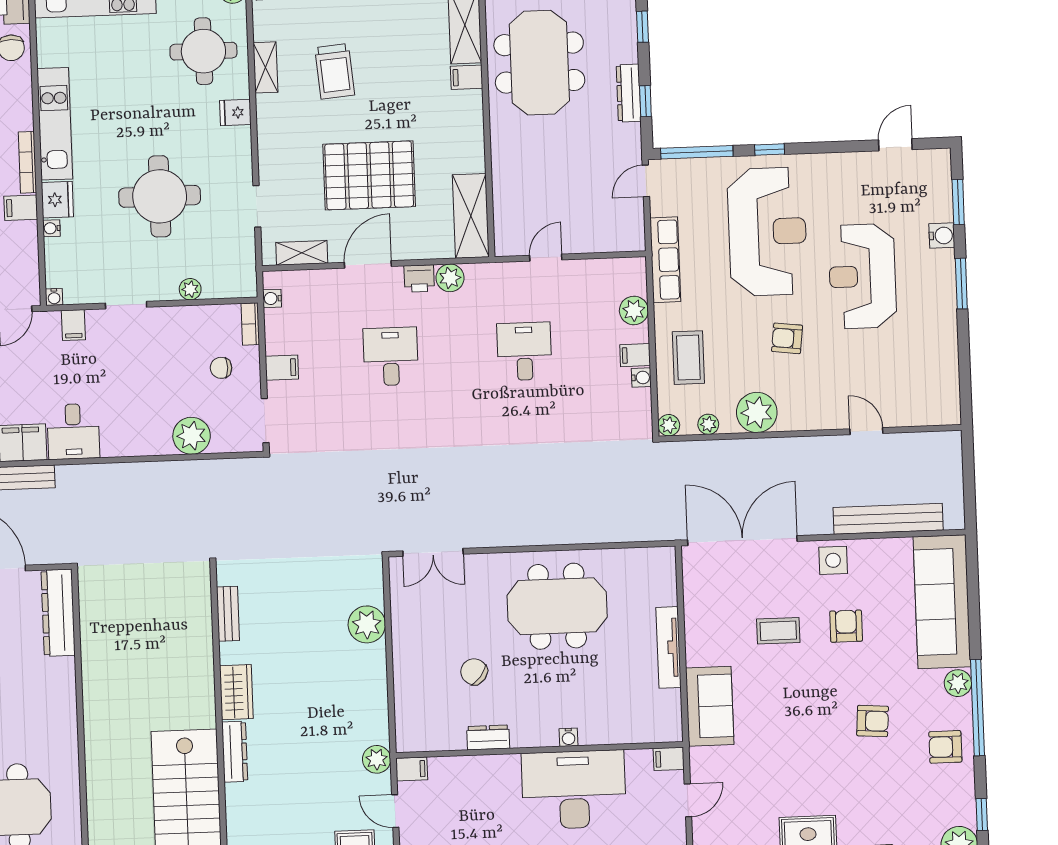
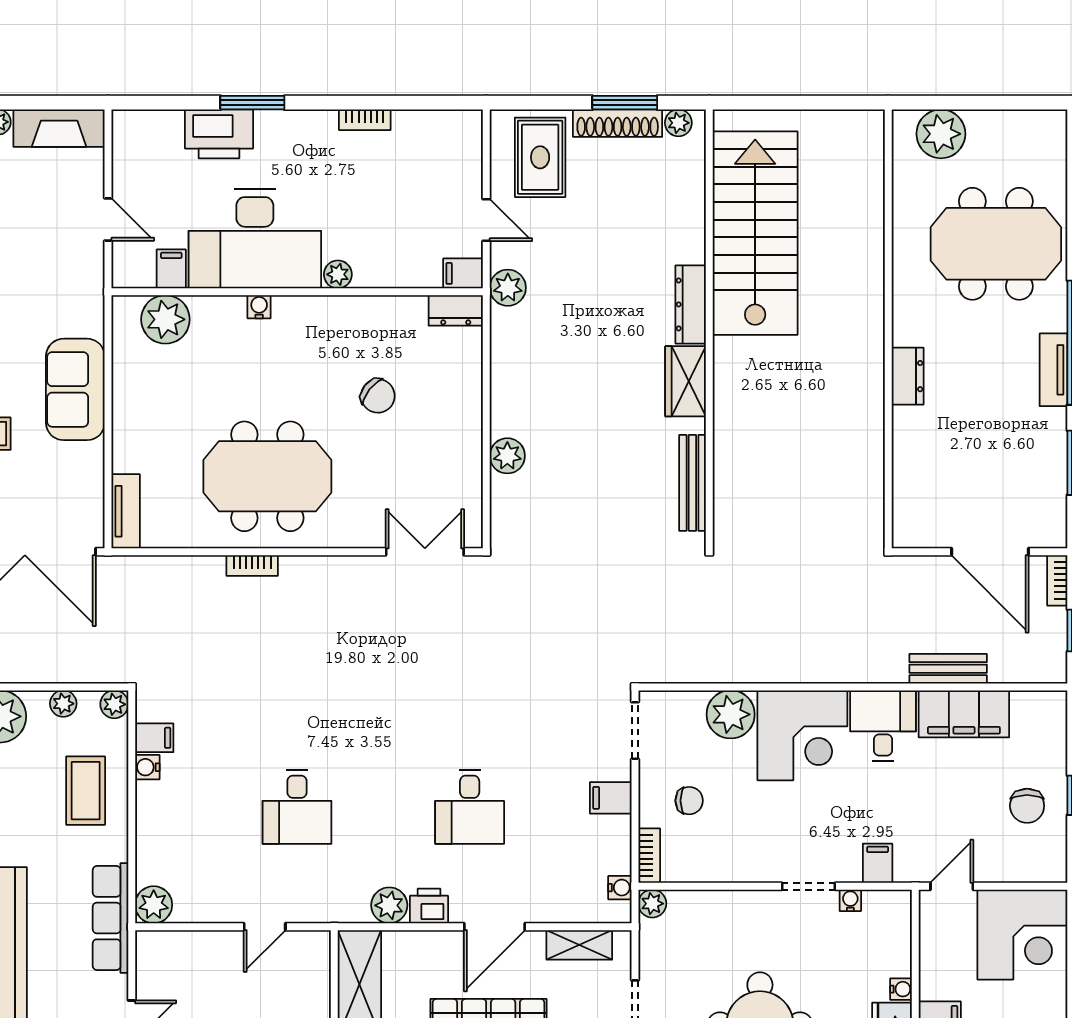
plant: (190, 289) -> (652, 904), moved
water cooler: (54, 297) -> (850, 900), moved
plant: (634, 310) -> (154, 905), moved
filing cabinet: (635, 355) -> (154, 738), moved
corner desk: (135, 422) -> (802, 735), added
bookcase: (566, 537) -> (252, 565), added
dresser: (58, 613) -> (908, 376), moved, width x0.51, depth x0.80
bench: (228, 614) -> (692, 483), width x1.36
plant: (367, 624) -> (507, 456), width x0.73, depth x0.73
tv unit: (668, 647) -> (126, 511), moved, width x0.71
sofa: (710, 706) -> (75, 389), moved
plant: (641, 725) -> (165, 319), added
dresser: (488, 737) -> (456, 310), moved
filing cabinet: (669, 759) -> (171, 269), moved, turned -90
plant: (509, 765) -> (338, 274), added
door: (688, 800) -> (108, 219), swing flipped

